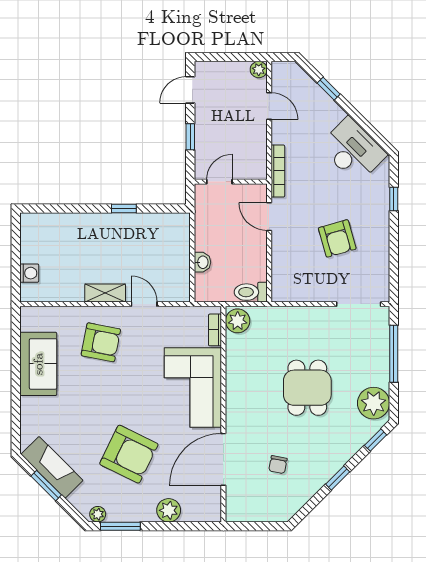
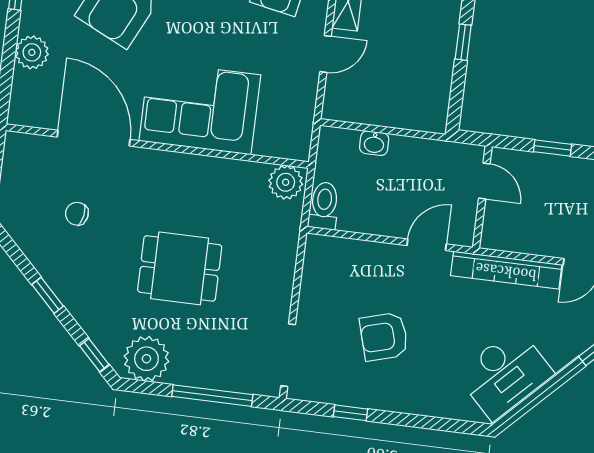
bookcase: (278, 171) -> (506, 270), width x1.48, depth x1.31
window: (394, 199) -> (351, 413), moved
bookcase: (215, 330) -> (277, 149), removed

